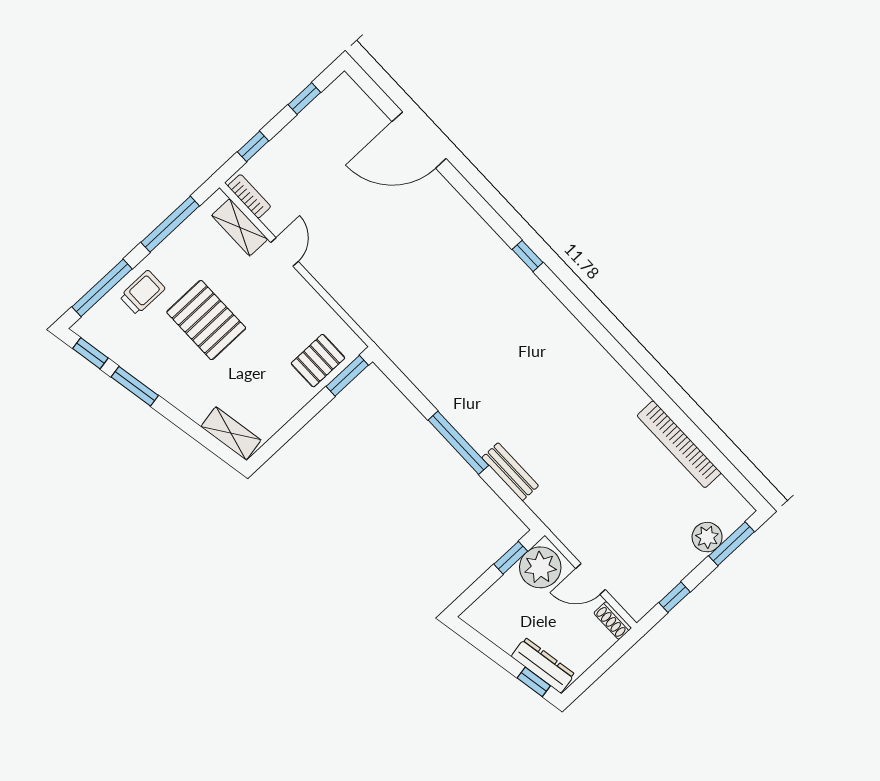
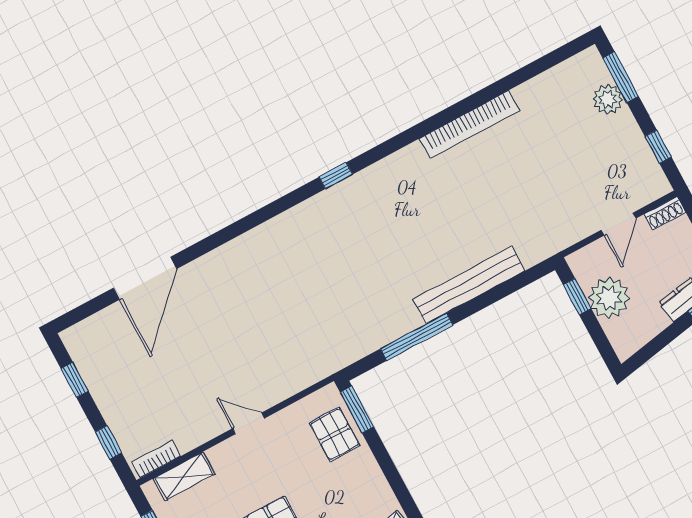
door: (285, 252) -> (248, 423), moved
window: (528, 256) -> (336, 176), moved
window: (458, 443) -> (417, 337), moved
bookcase: (679, 444) -> (469, 124), moved
bench: (510, 472) -> (469, 285), width x1.86, depth x1.21
plant: (540, 567) -> (609, 298), moved

